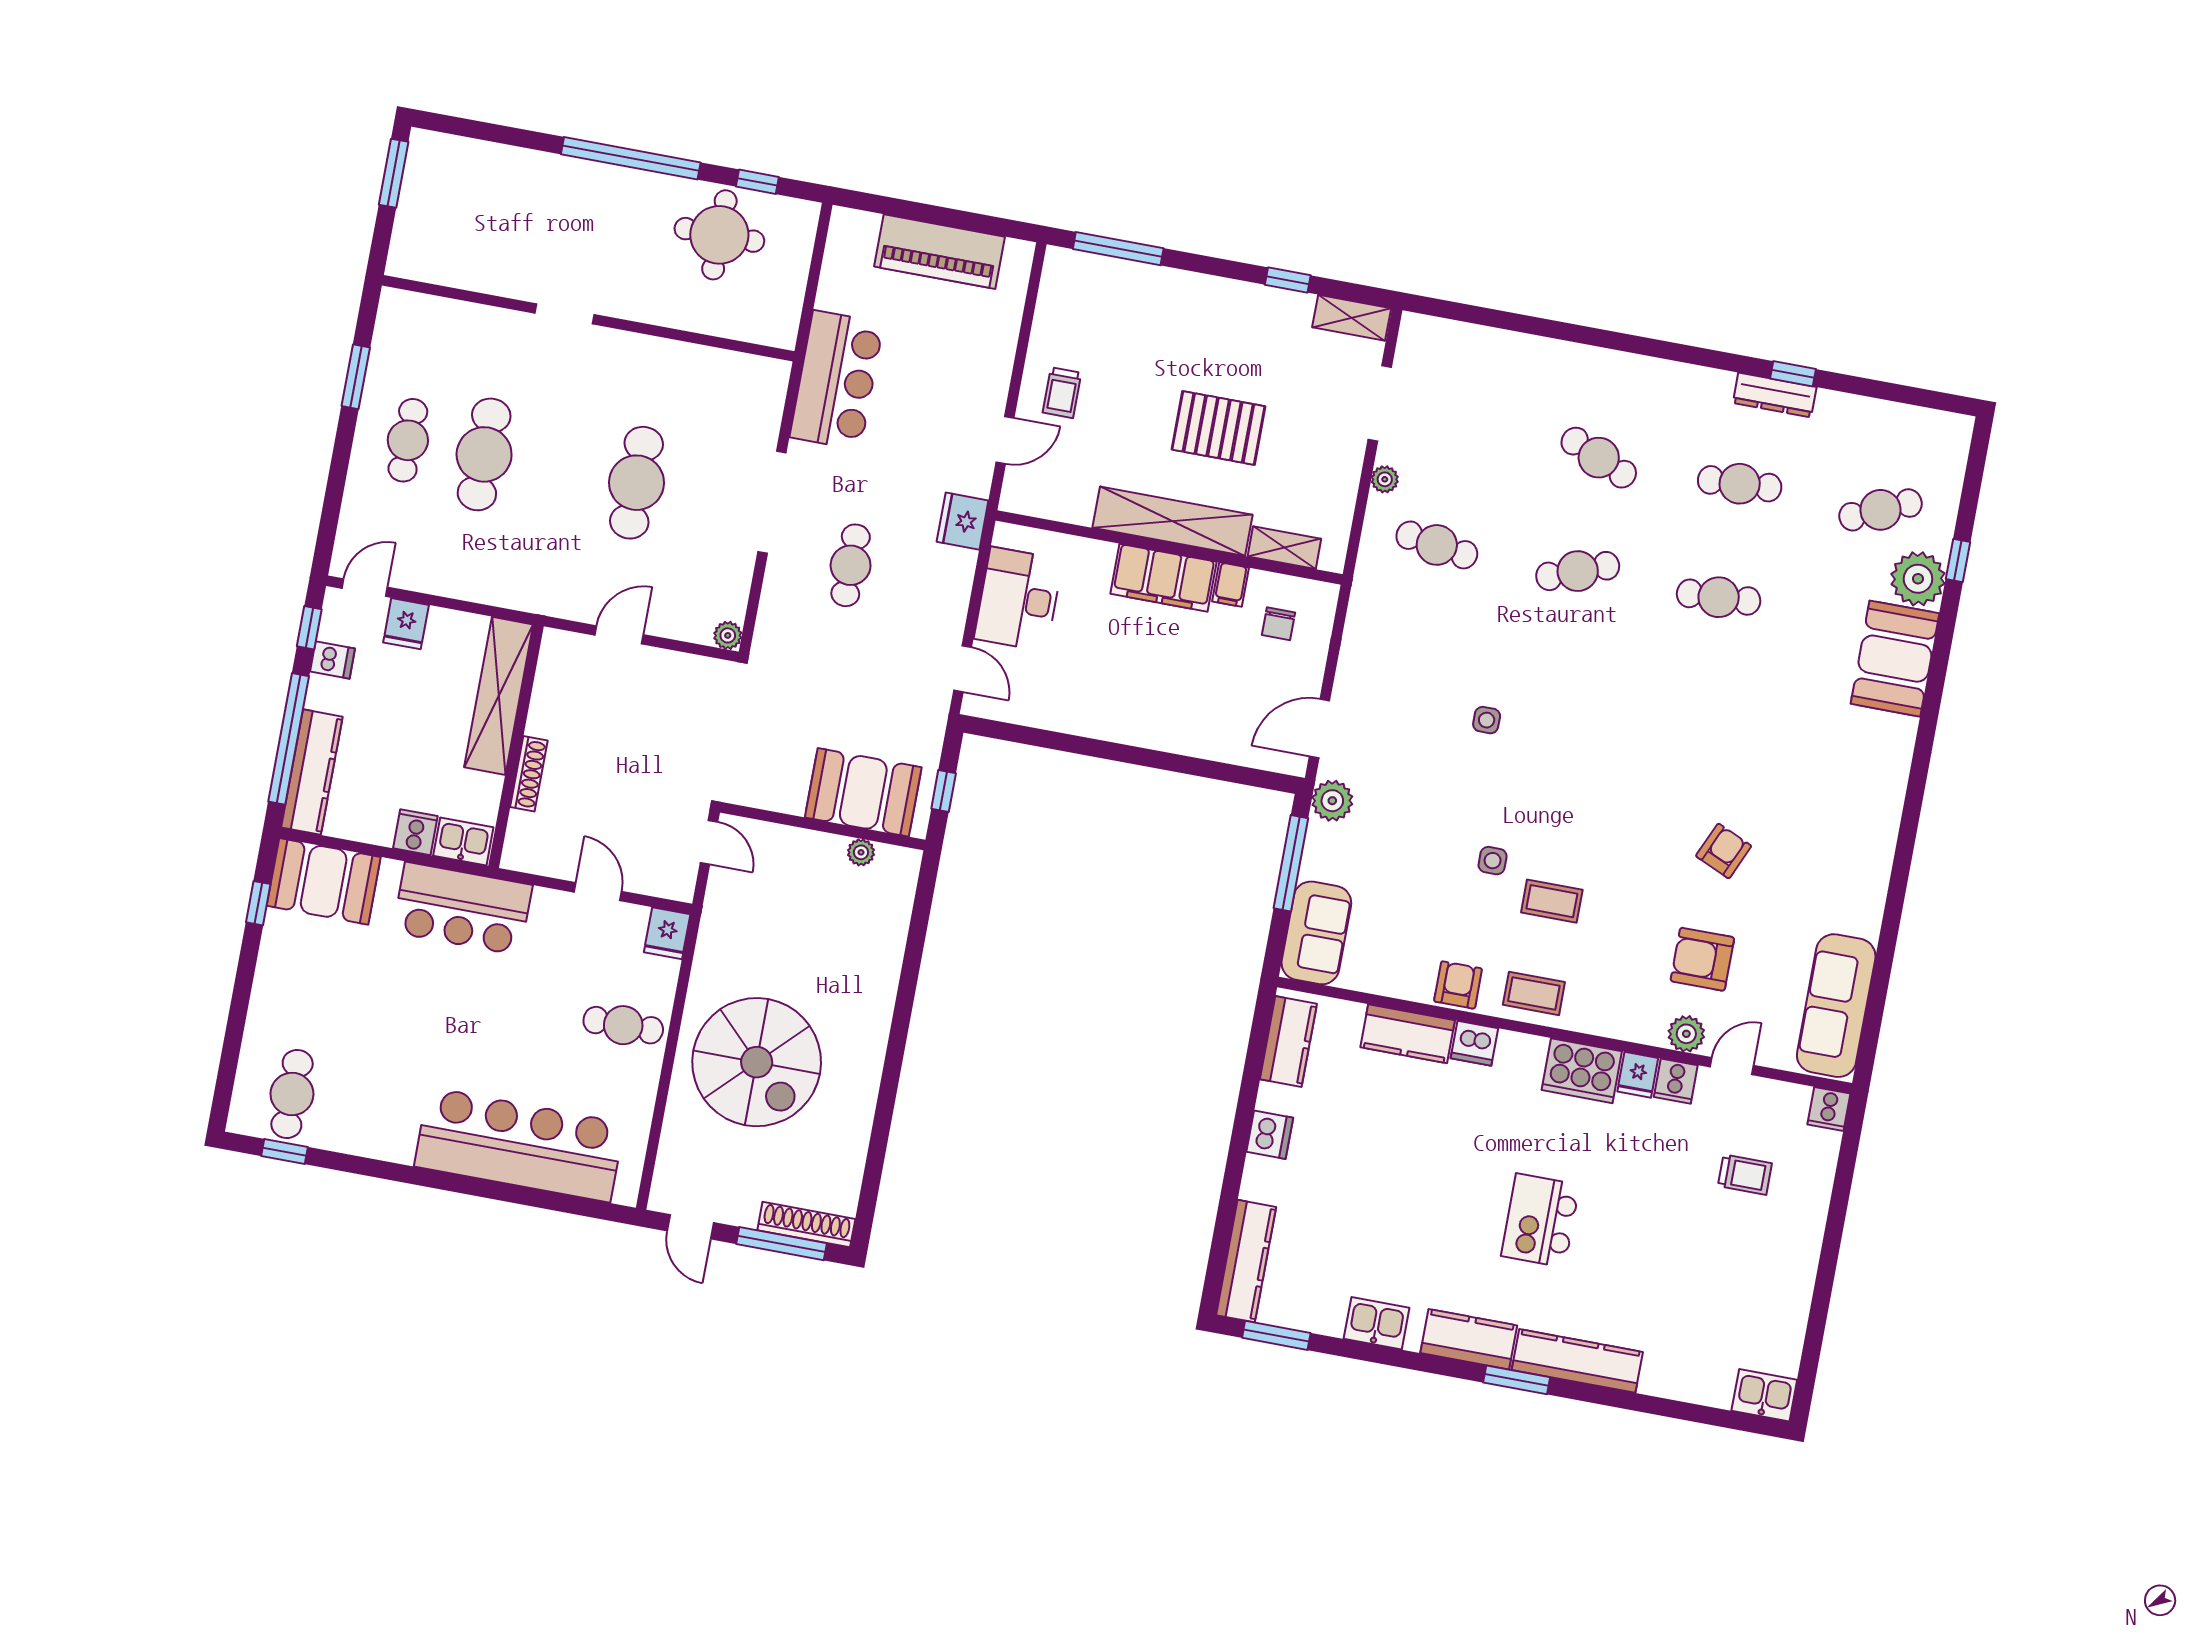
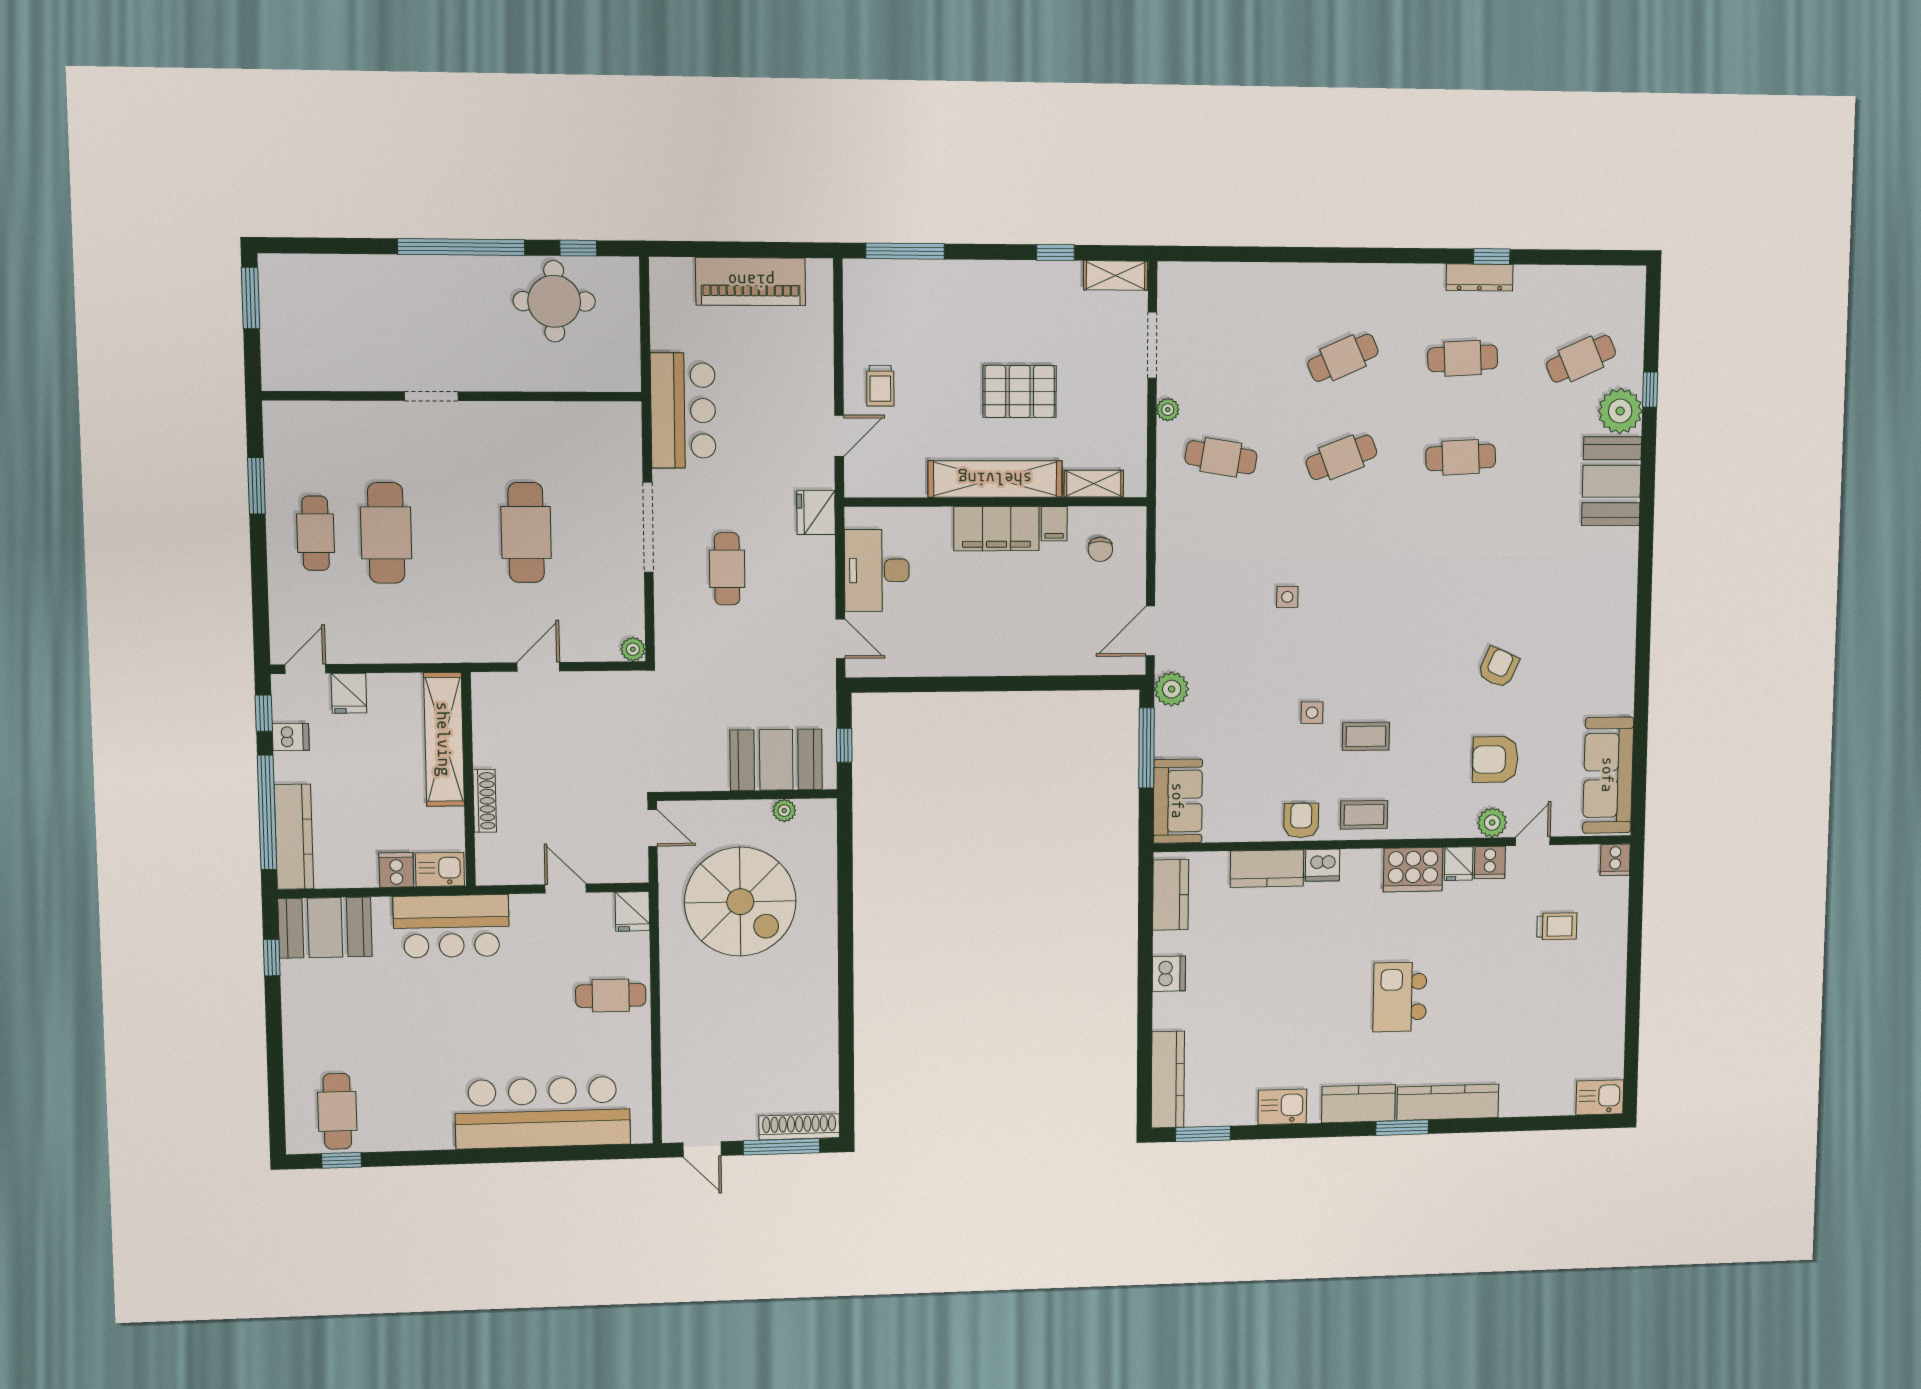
cafe table: (1599, 458) -> (1343, 358), turned -48
spiral stairs: (757, 1062) -> (740, 902), moved

